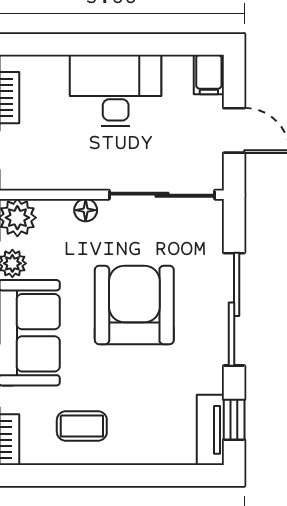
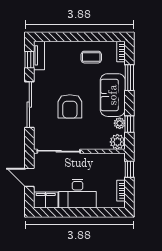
filing cabinet: (209, 75) -> (46, 200), width x2.00
floor lamp: (86, 210) -> (90, 145), removed
armchair: (134, 305) -> (70, 106), width x0.73, depth x0.73

